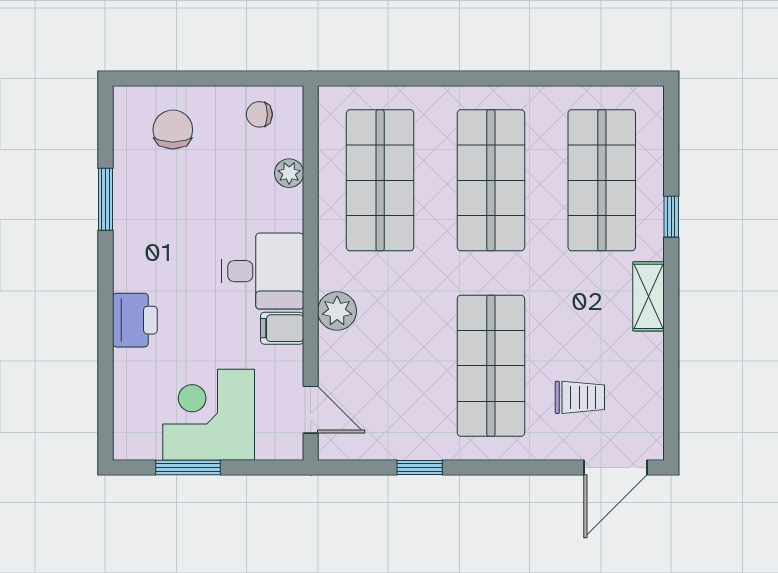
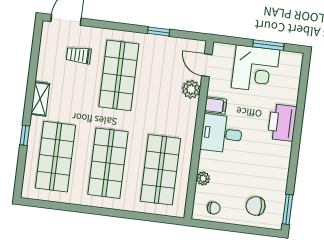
chair: (173, 130) -> (256, 206), turned 90
window: (105, 199) -> (288, 209), moved
plant: (337, 311) -> (191, 89), moved
printer: (135, 320) -> (282, 123), width x1.37, depth x1.19

